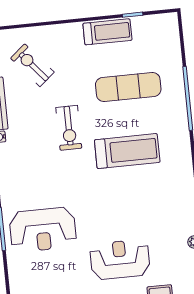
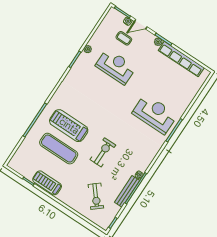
treadmill: (127, 151) -> (69, 126), moved
reception desk: (120, 259) -> (116, 66), moved, turned 180

